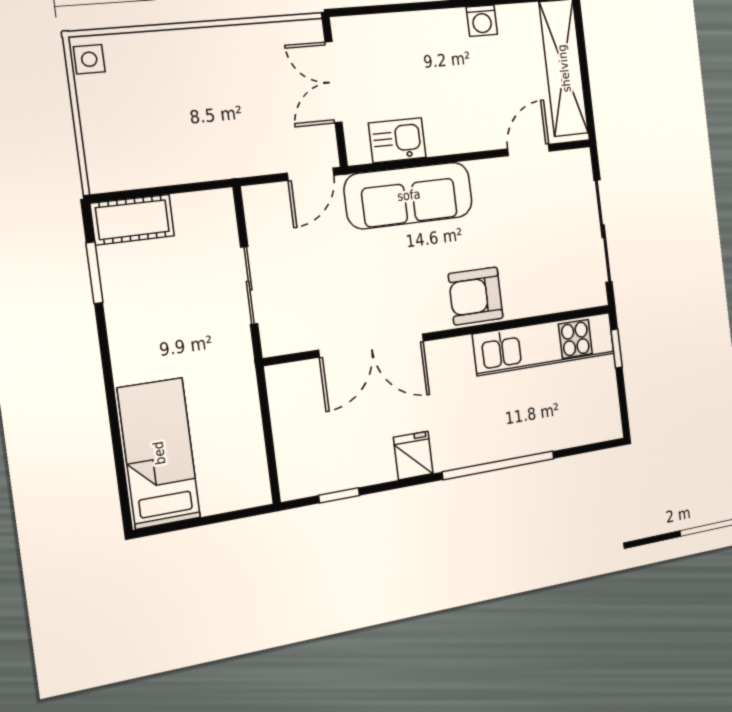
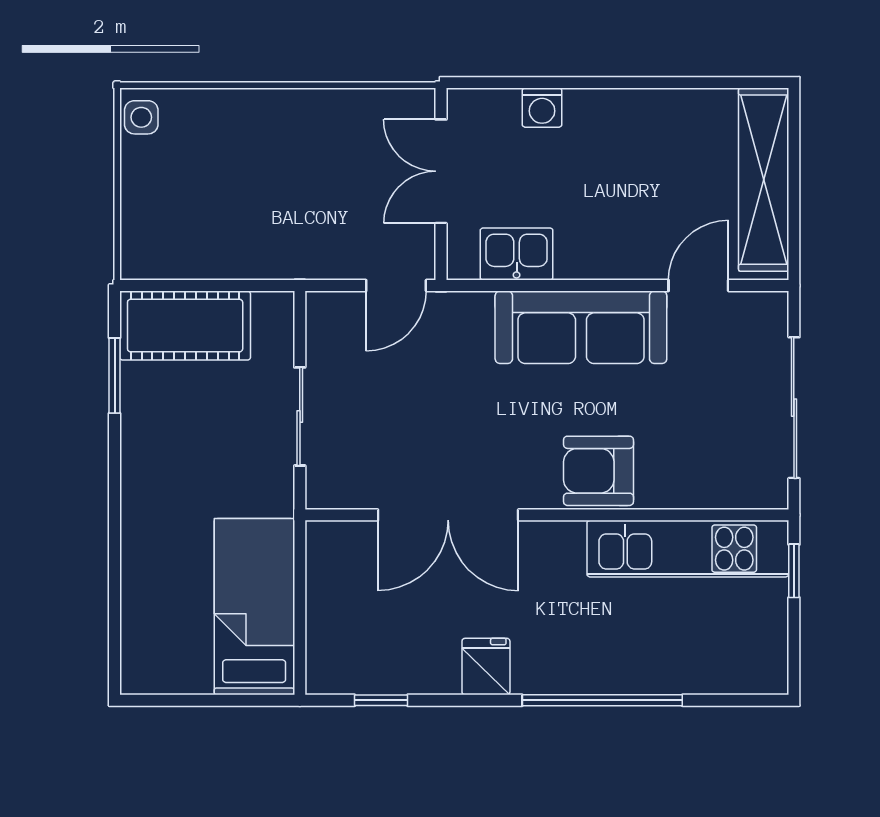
washing machine: (482, 21) -> (542, 108), moved
sofa: (409, 195) -> (581, 327), moved
cot: (132, 220) -> (185, 326), width x1.37, depth x1.34
bed: (159, 453) -> (254, 607), moved

